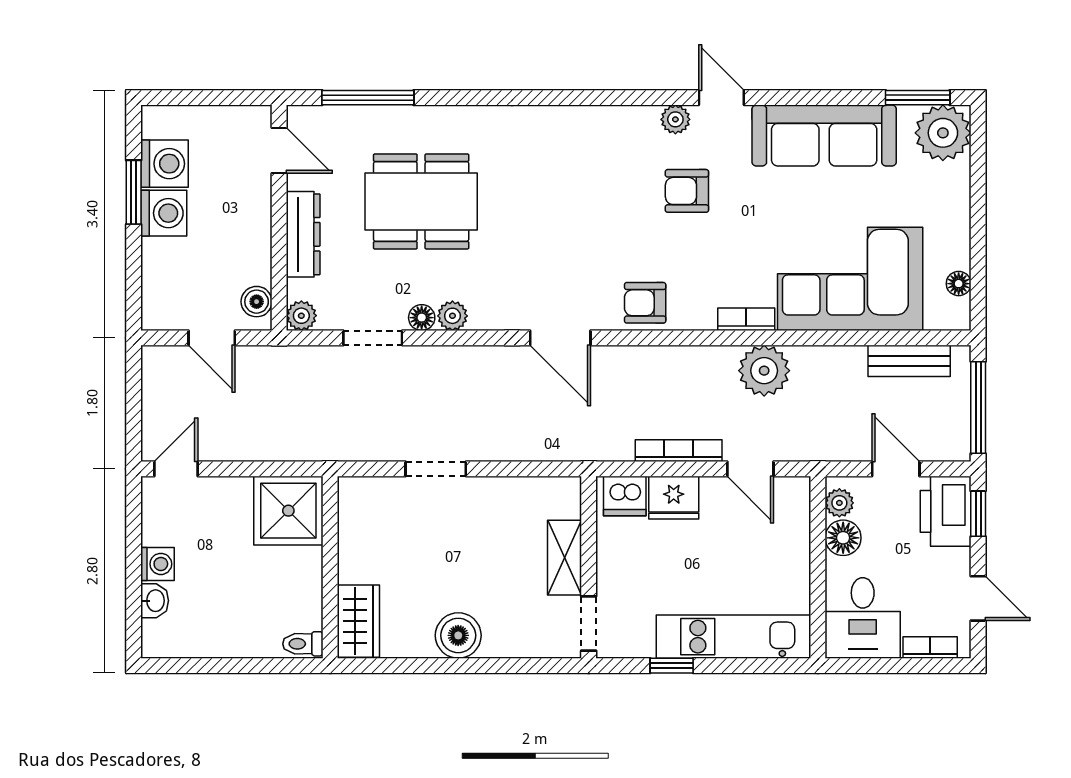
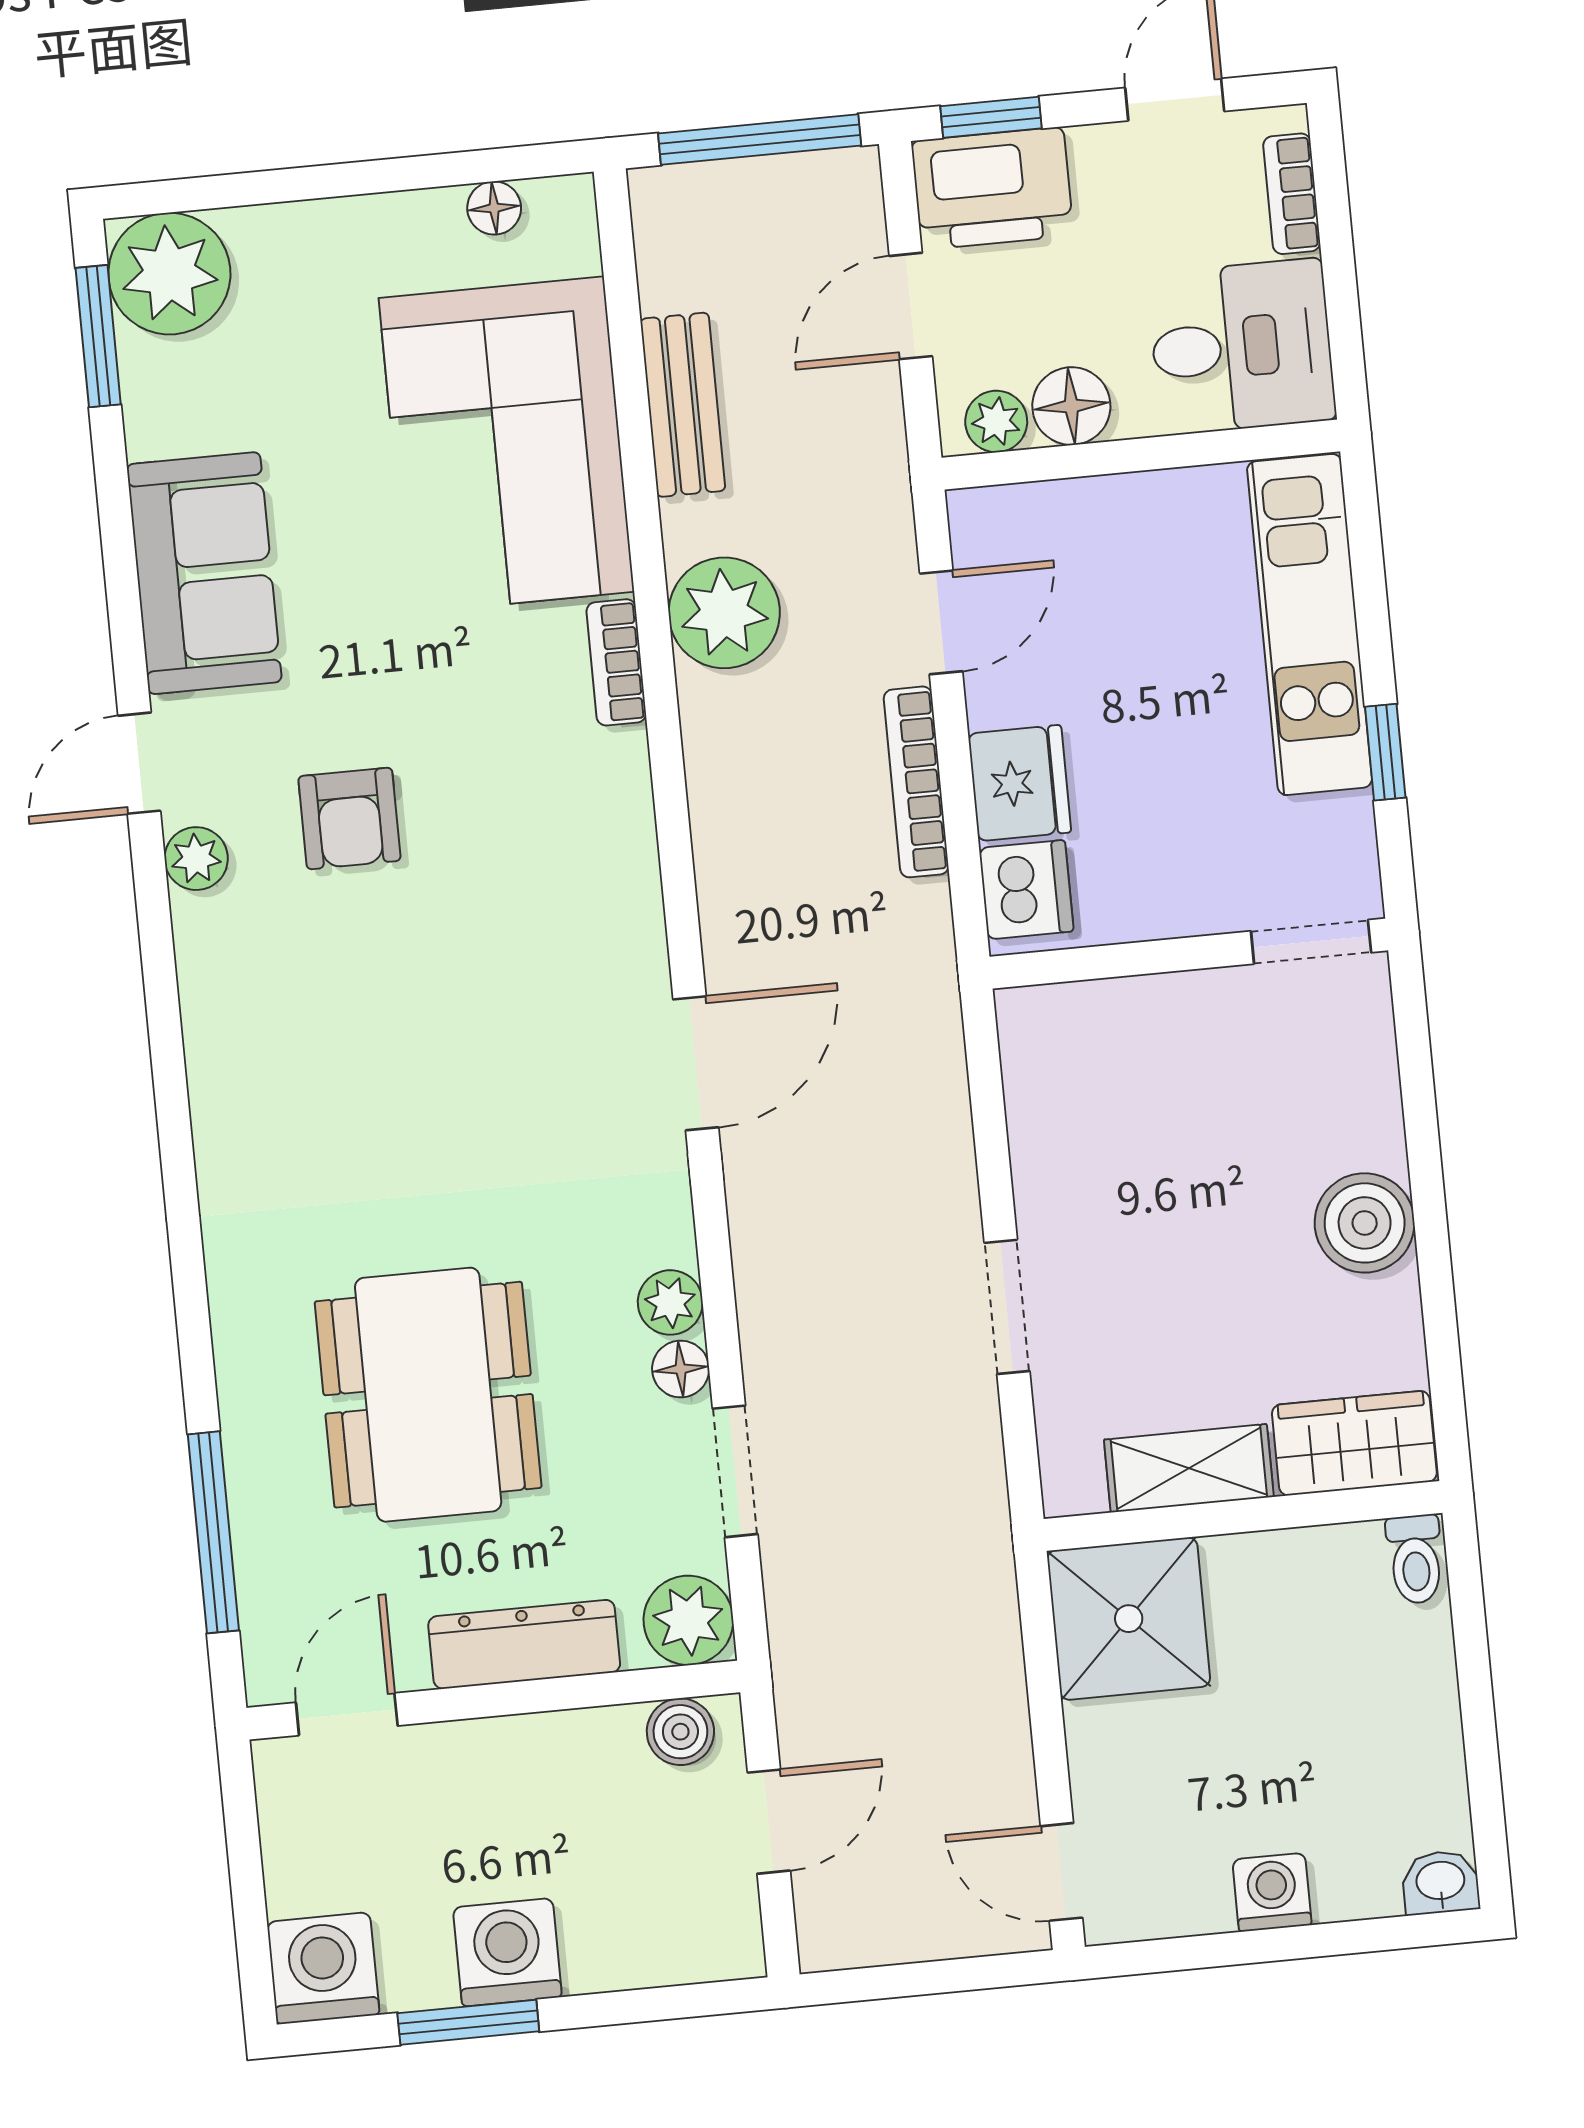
sofa: (824, 136) -> (204, 573), width x0.73
washing machine: (164, 164) -> (323, 1968), moved
armchair: (645, 303) -> (602, 886), removed
plant: (301, 316) -> (688, 1620), width x1.38, depth x1.38
bench: (909, 361) -> (683, 405), moved
shelving: (564, 558) -> (1189, 1468), moved
washbasin: (155, 601) -> (1441, 1882), moved

